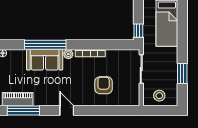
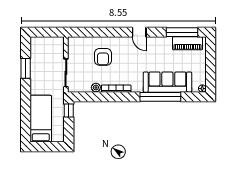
plant: (68, 54) -> (96, 88), moved
sofa: (45, 60) -> (167, 82), width x1.36
stool: (159, 96) -> (48, 47), removed

